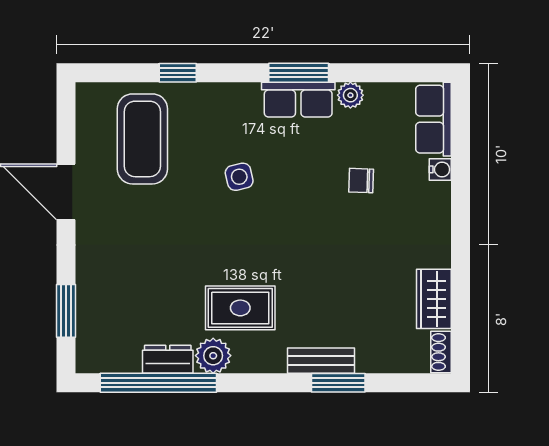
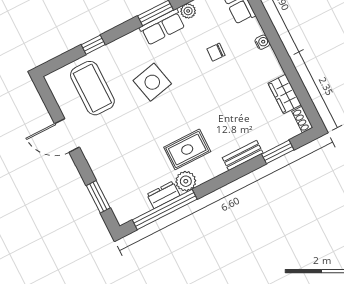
water cooler: (440, 169) -> (262, 42), moved
side table: (239, 177) -> (152, 82), width x1.87, depth x1.87
window: (338, 383) -> (278, 152), moved

